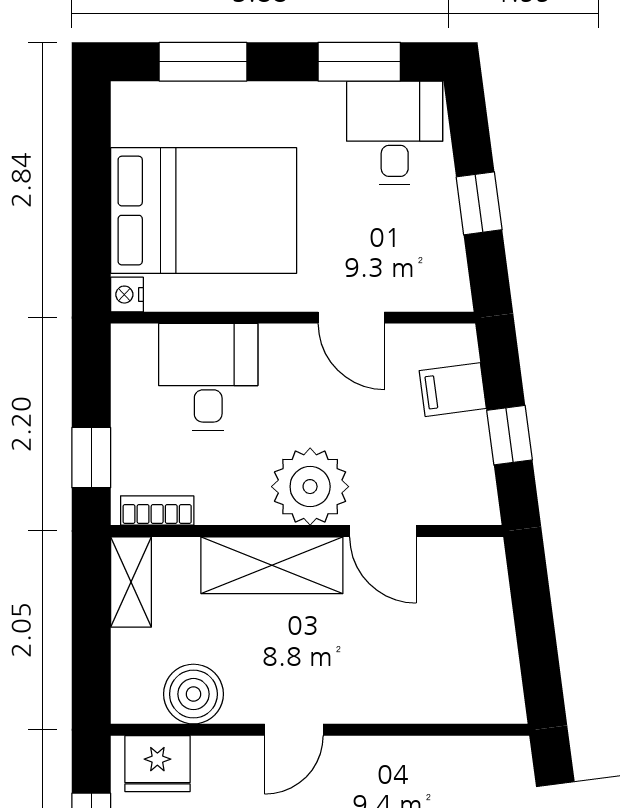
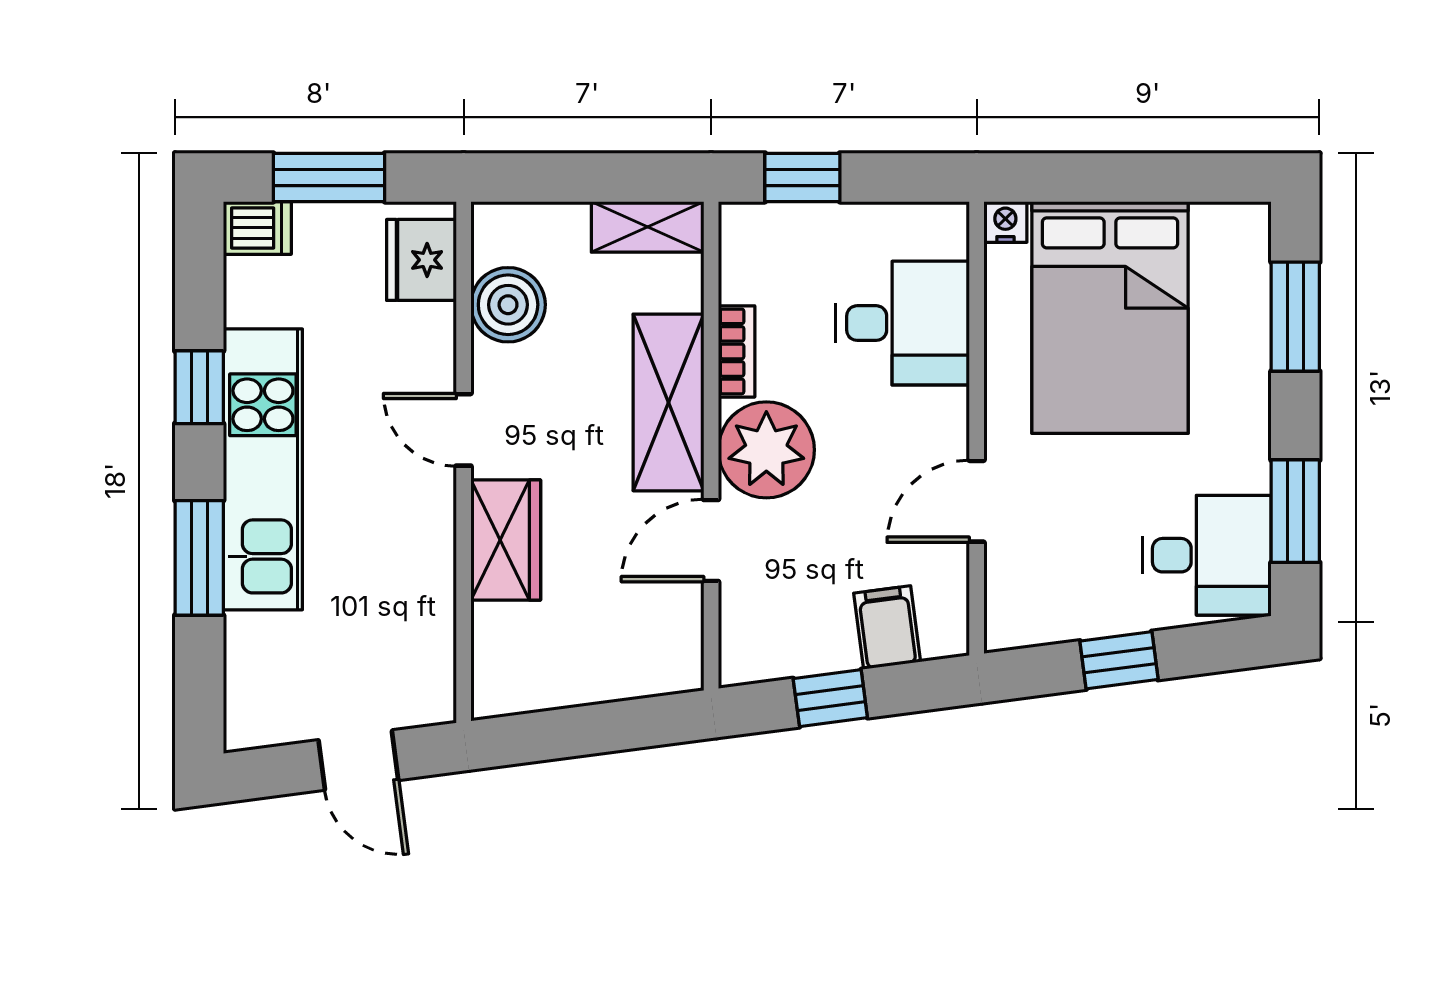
bookcase: (157, 511) -> (737, 351), moved
wardrobe: (382, 696) -> (506, 540), added

